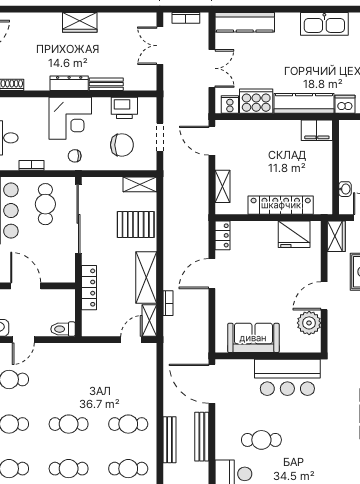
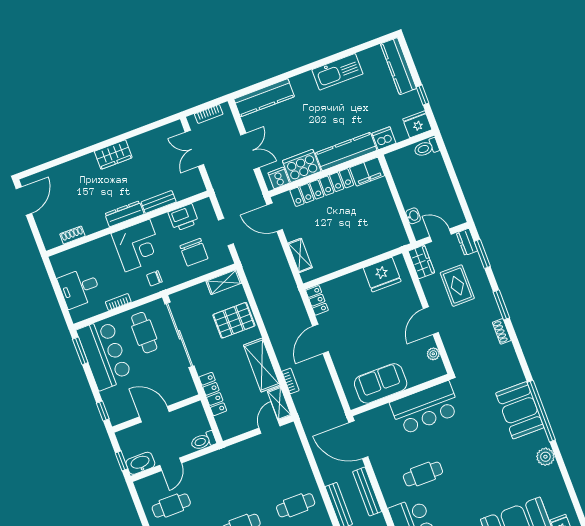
chair: (122, 145) -> (194, 252), turned 90
locker: (281, 205) -> (322, 188), moved, turned 180
plant: (309, 323) -> (433, 354), width x0.53, depth x0.53

